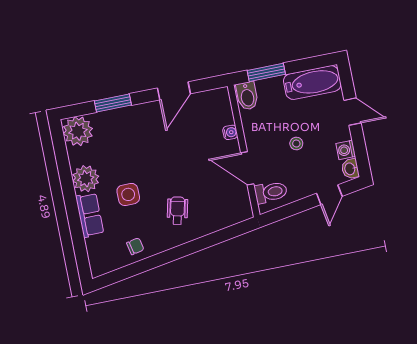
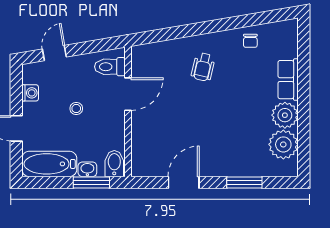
plant: (78, 131) -> (283, 144), moved
water cooler: (230, 132) -> (138, 132), removed
door: (247, 168) -> (128, 94), hinge flipped
washbasin: (350, 169) -> (87, 169), moved, turned -90
side table: (128, 194) -> (247, 92), removed
chair: (135, 246) -> (250, 41), turned -78

